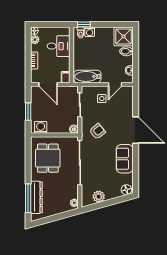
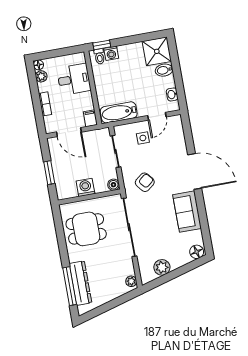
washing machine: (41, 127) -> (85, 187), moved
dining table: (48, 158) -> (86, 229), turned 90

